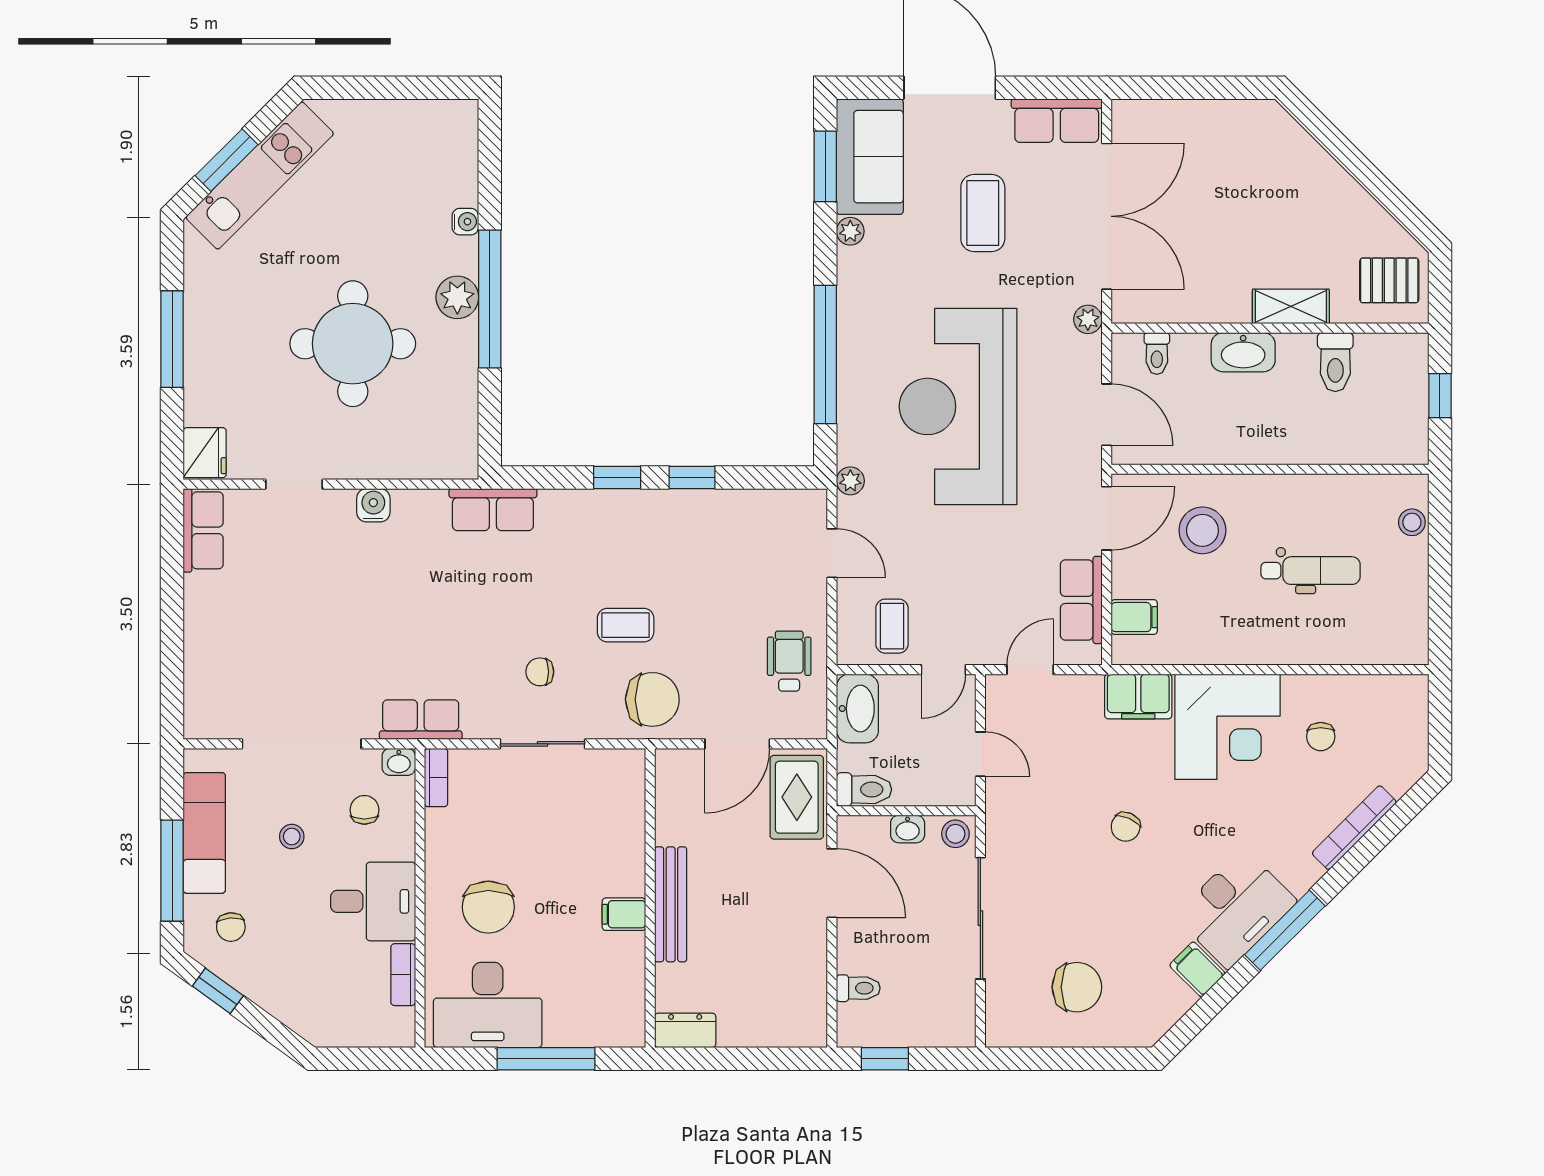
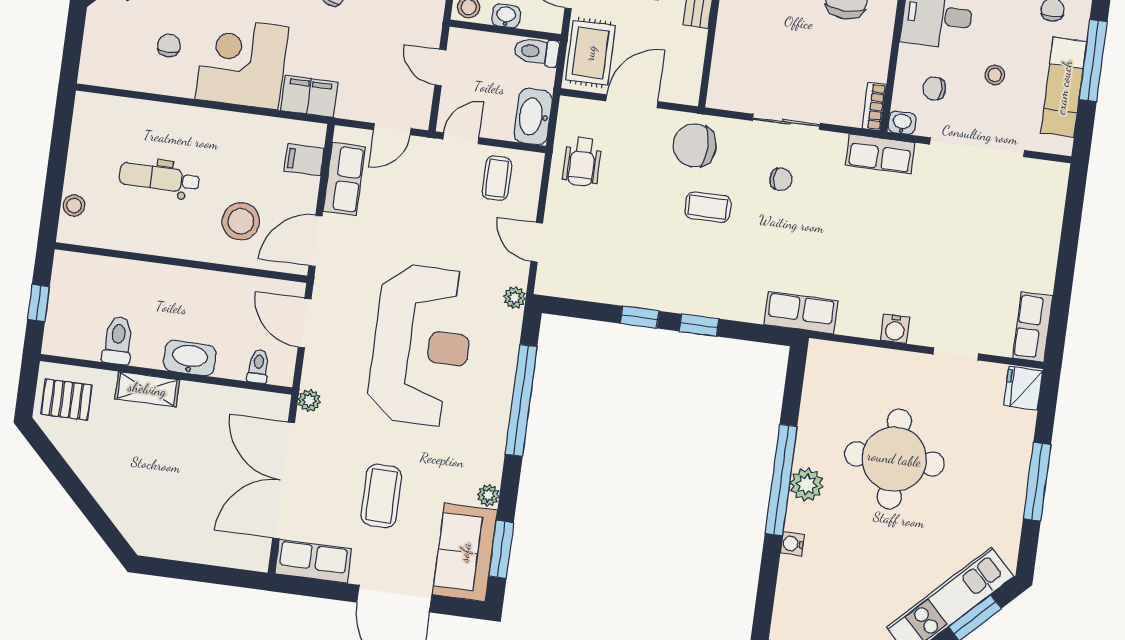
chair: (364, 810) -> (934, 88), turned 90

